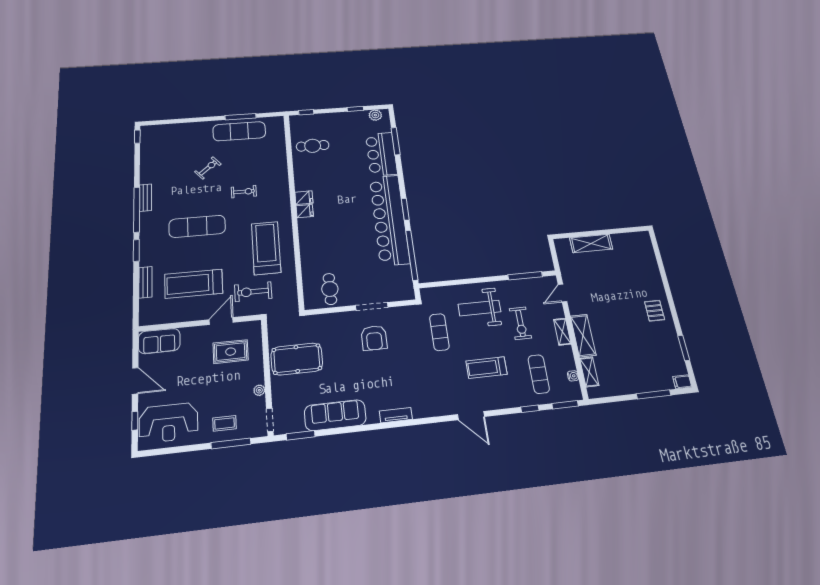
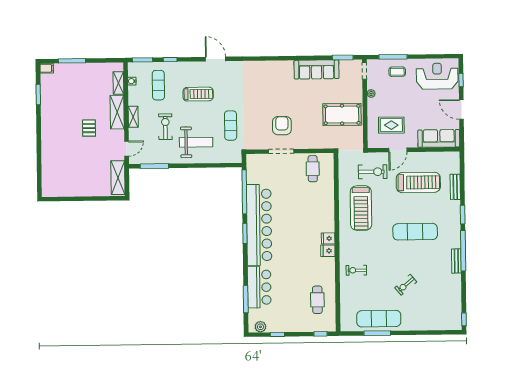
cafe table: (313, 146) -> (317, 300), turned 90
exercise bike: (244, 192) -> (356, 270), moved
shelving: (591, 243) -> (118, 178), moved, turned 90
pallet: (655, 311) -> (89, 128), moved
sofa: (159, 341) -> (439, 138), width x1.36
tv unit: (396, 415) -> (272, 65), removed

